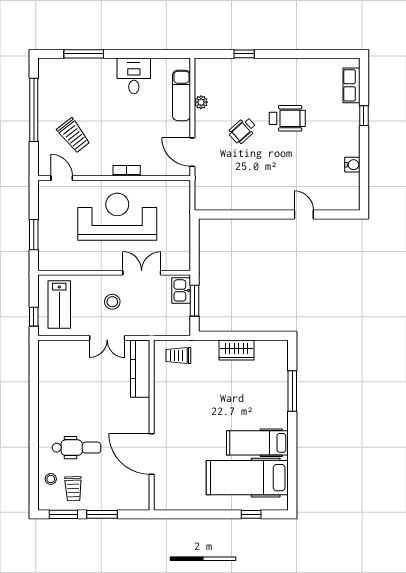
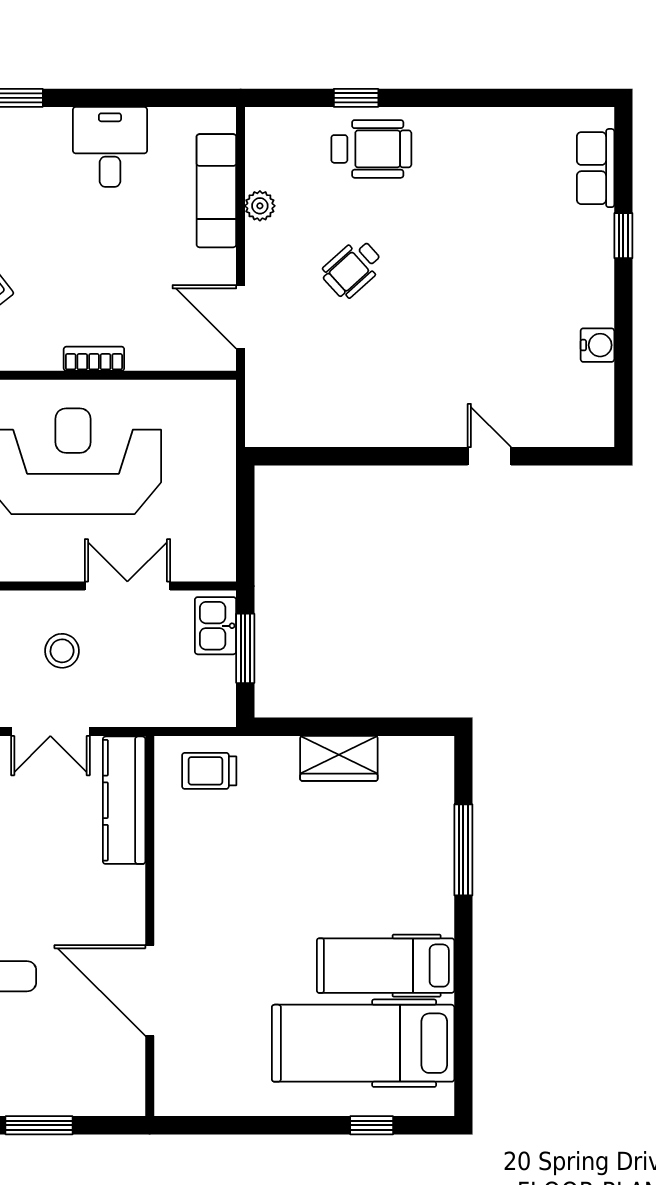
wheelchair: (287, 118) -> (371, 149), moved

